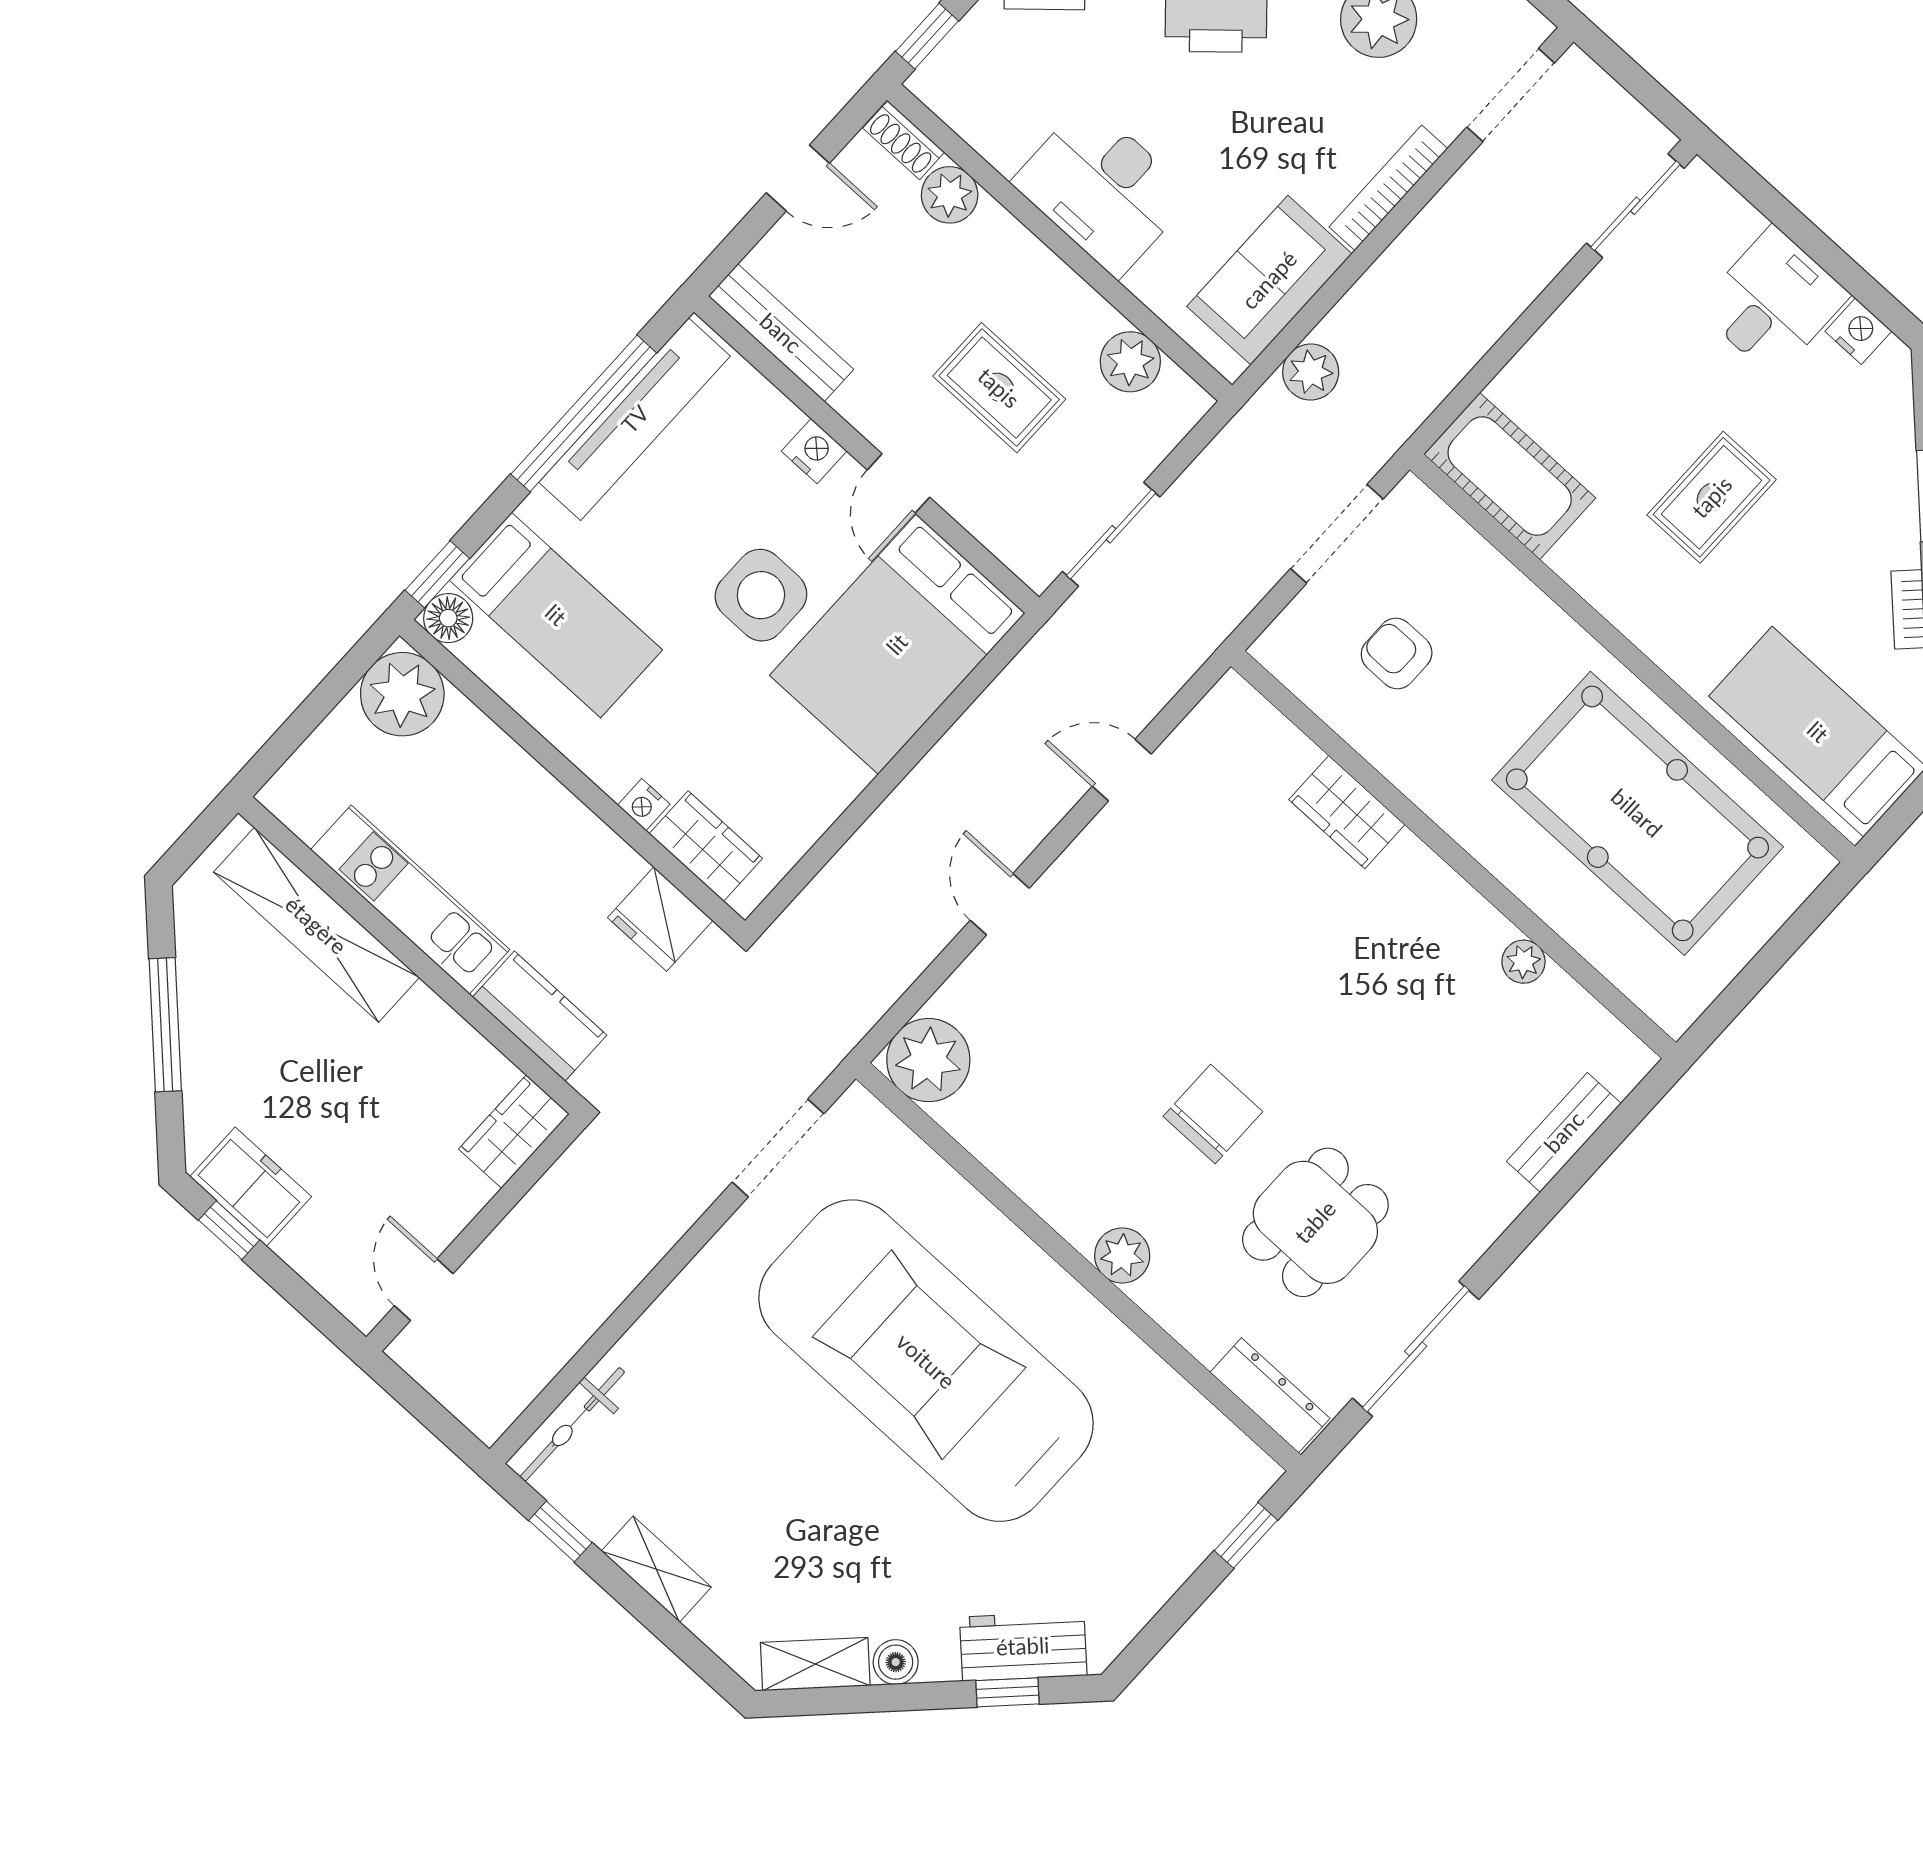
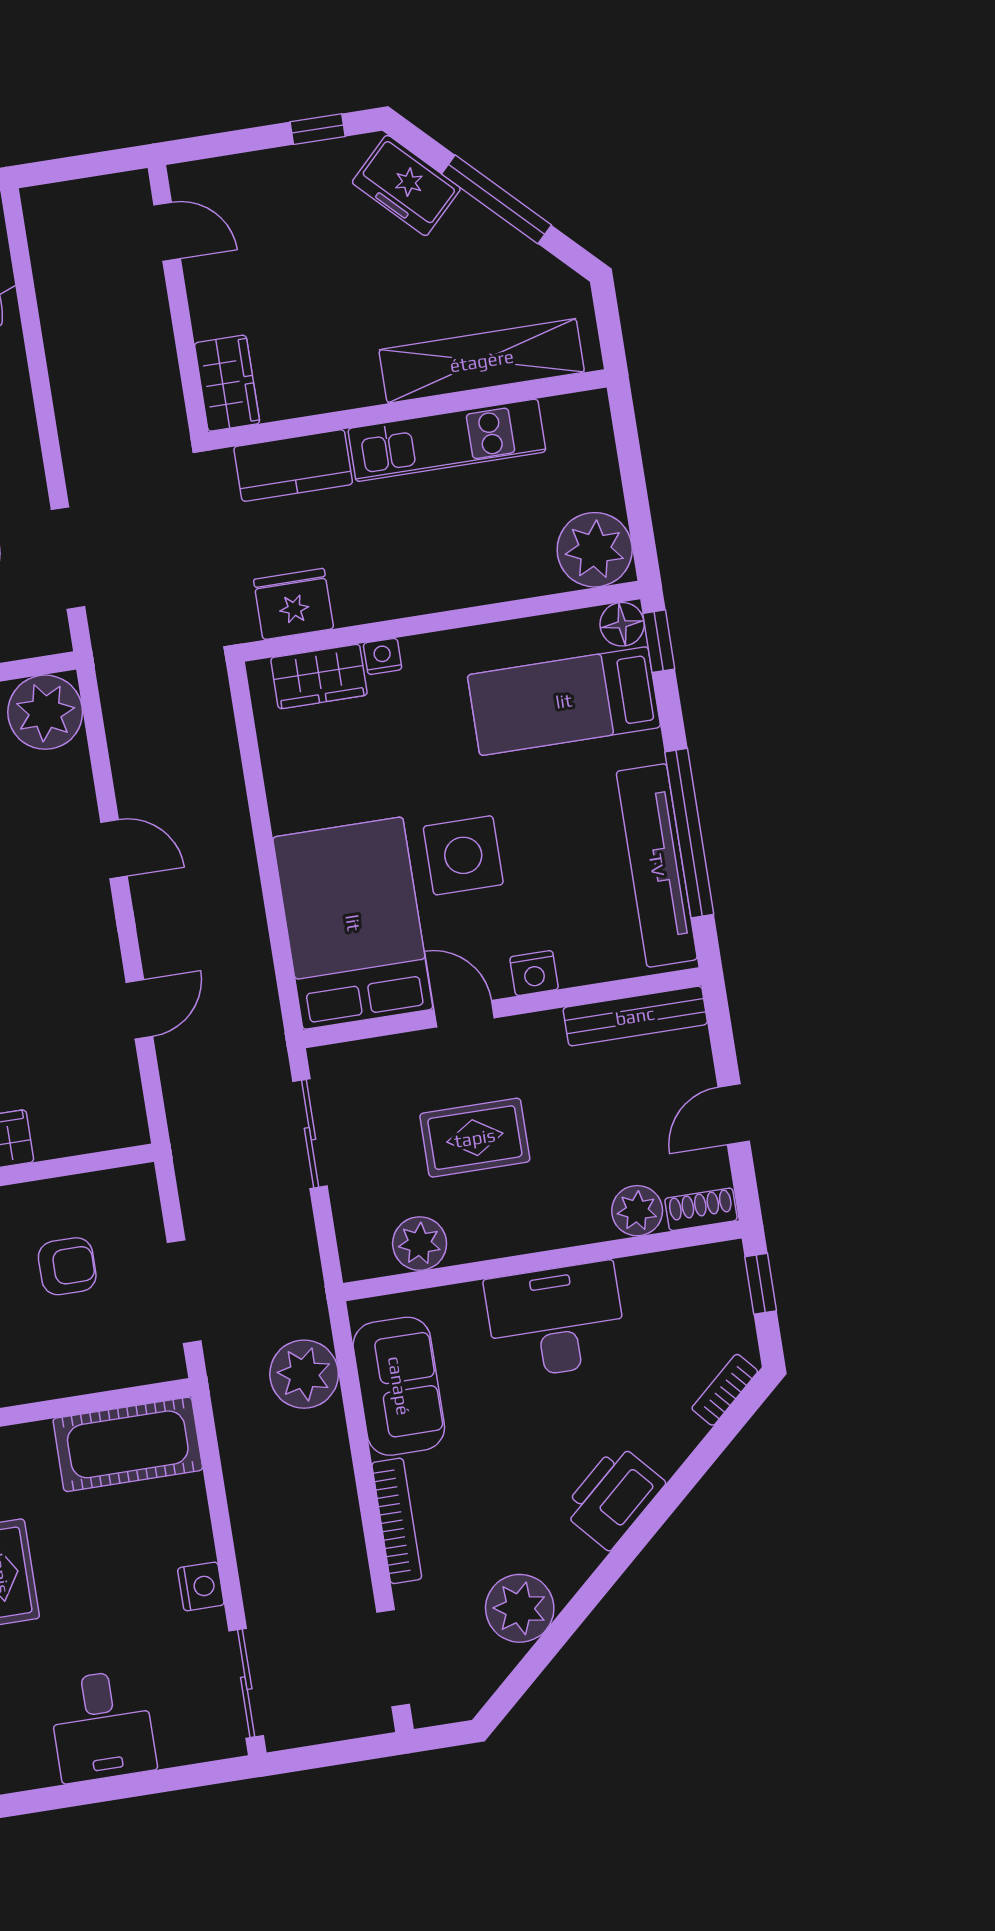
nightstand: (1858, 331) -> (201, 1586), moved, turned -90
plant: (1311, 372) -> (304, 1374), width x1.36, depth x1.36
freezer: (251, 1187) -> (406, 186), moved, turned 45

